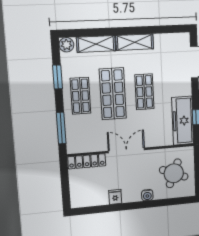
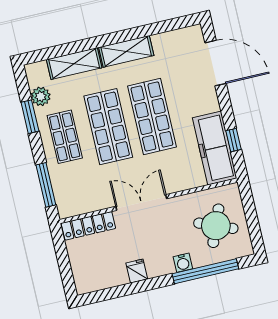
plant: (66, 45) -> (41, 96), moved
shop shelf: (144, 92) -> (152, 116), width x1.43, depth x1.36
window: (161, 203) -> (205, 271), added

